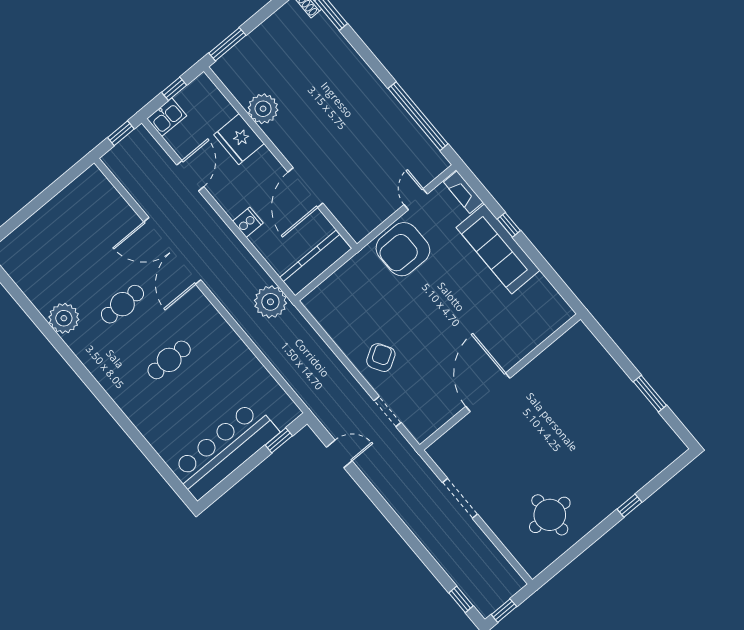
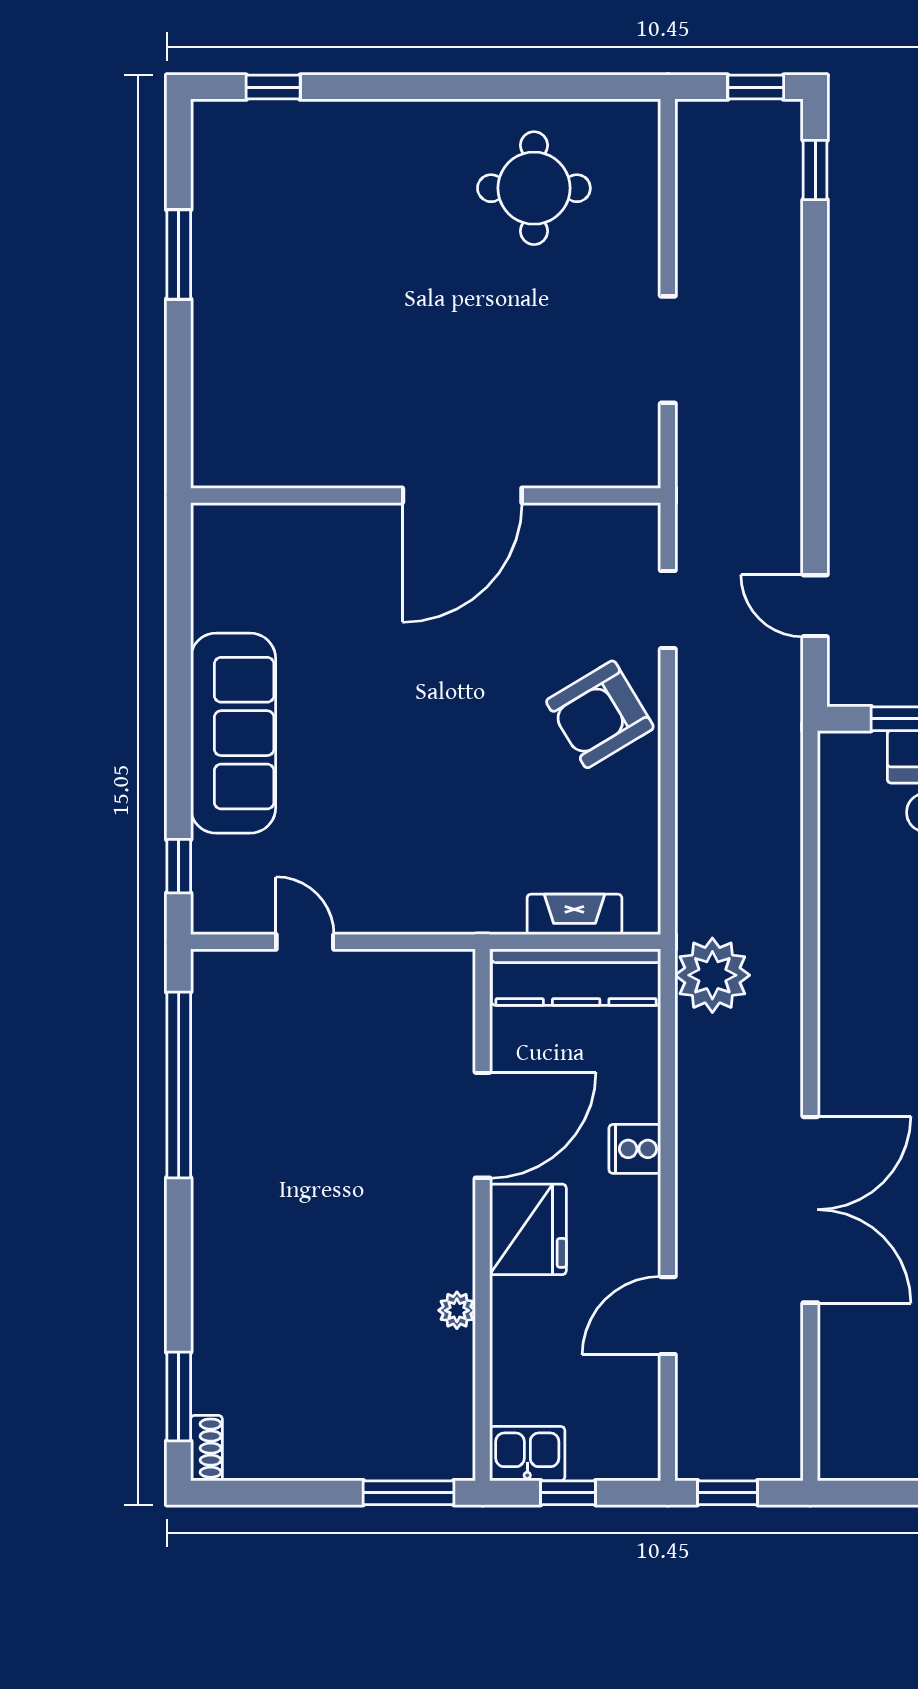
plant: (263, 109) -> (457, 1310), width x0.53, depth x0.53
kitchen sink: (167, 117) -> (527, 1454), moved
fridge: (239, 139) -> (528, 1229), moved
fireplace: (463, 192) -> (574, 914), moved, turned -90
door: (416, 199) -> (305, 942), swing flipped
window: (509, 225) -> (179, 866), moved
armchair: (403, 249) -> (401, 873), removed
armchair: (381, 358) -> (600, 714), width x1.38, depth x1.38
window: (629, 506) -> (273, 87), moved

